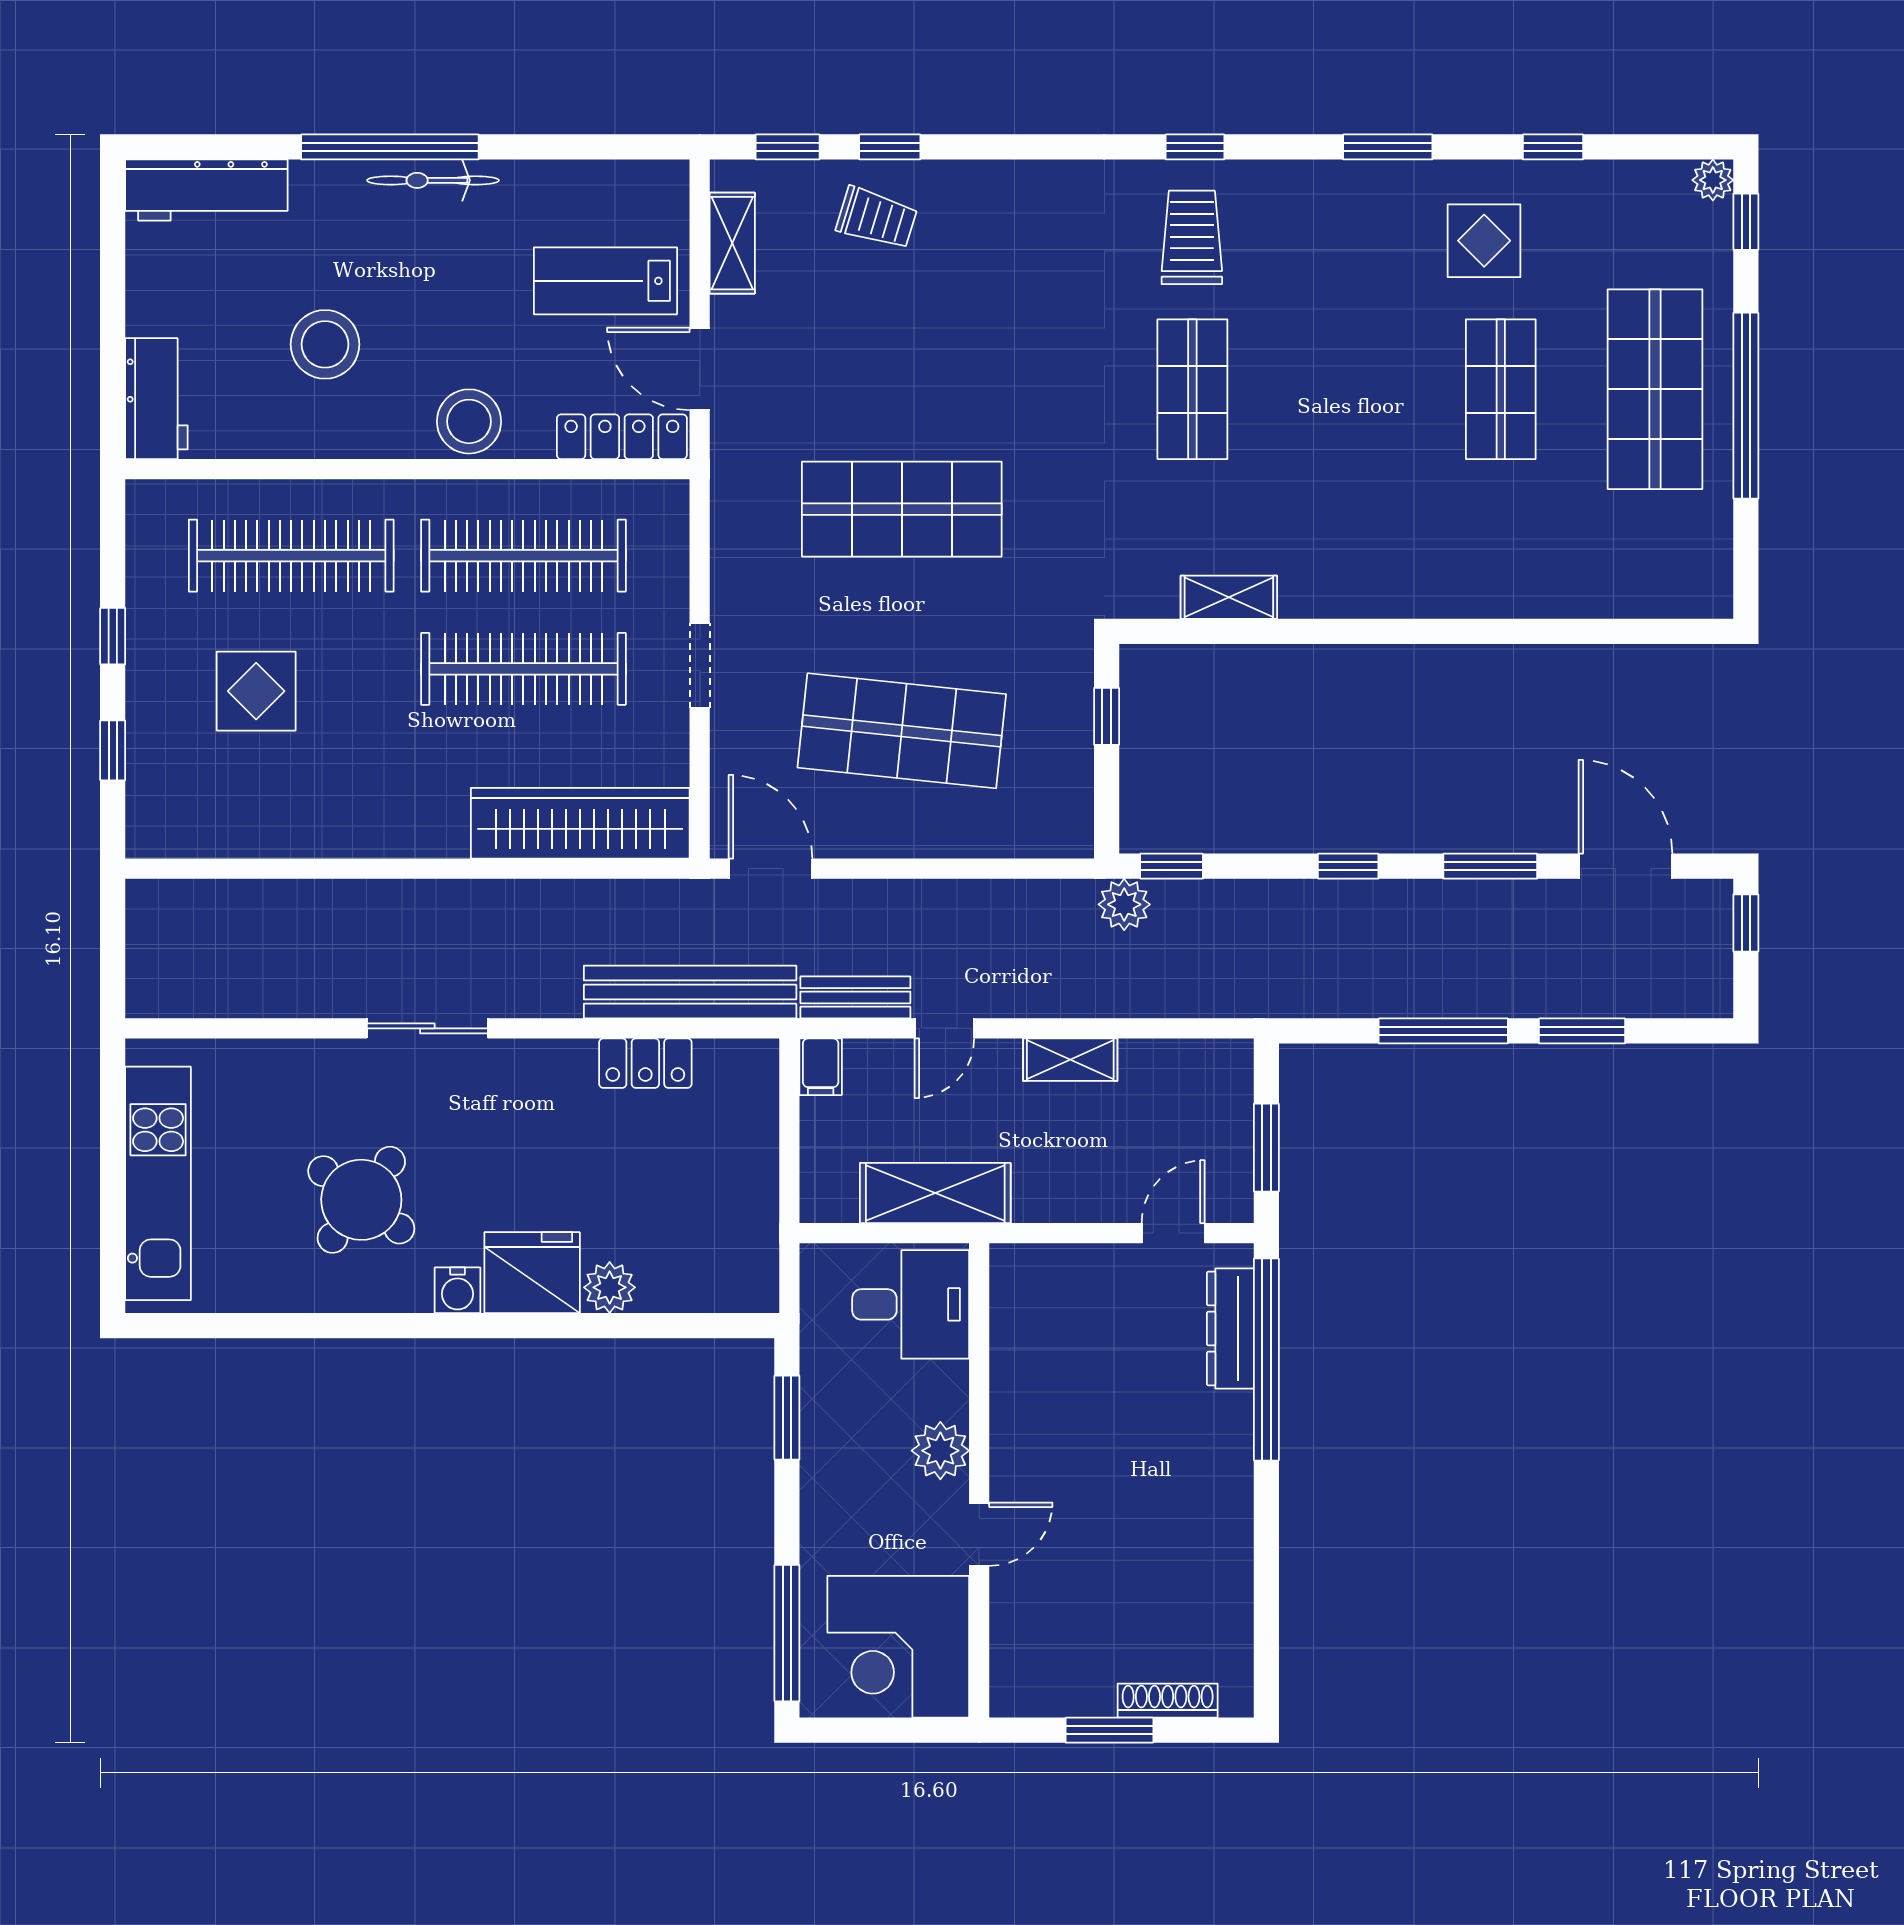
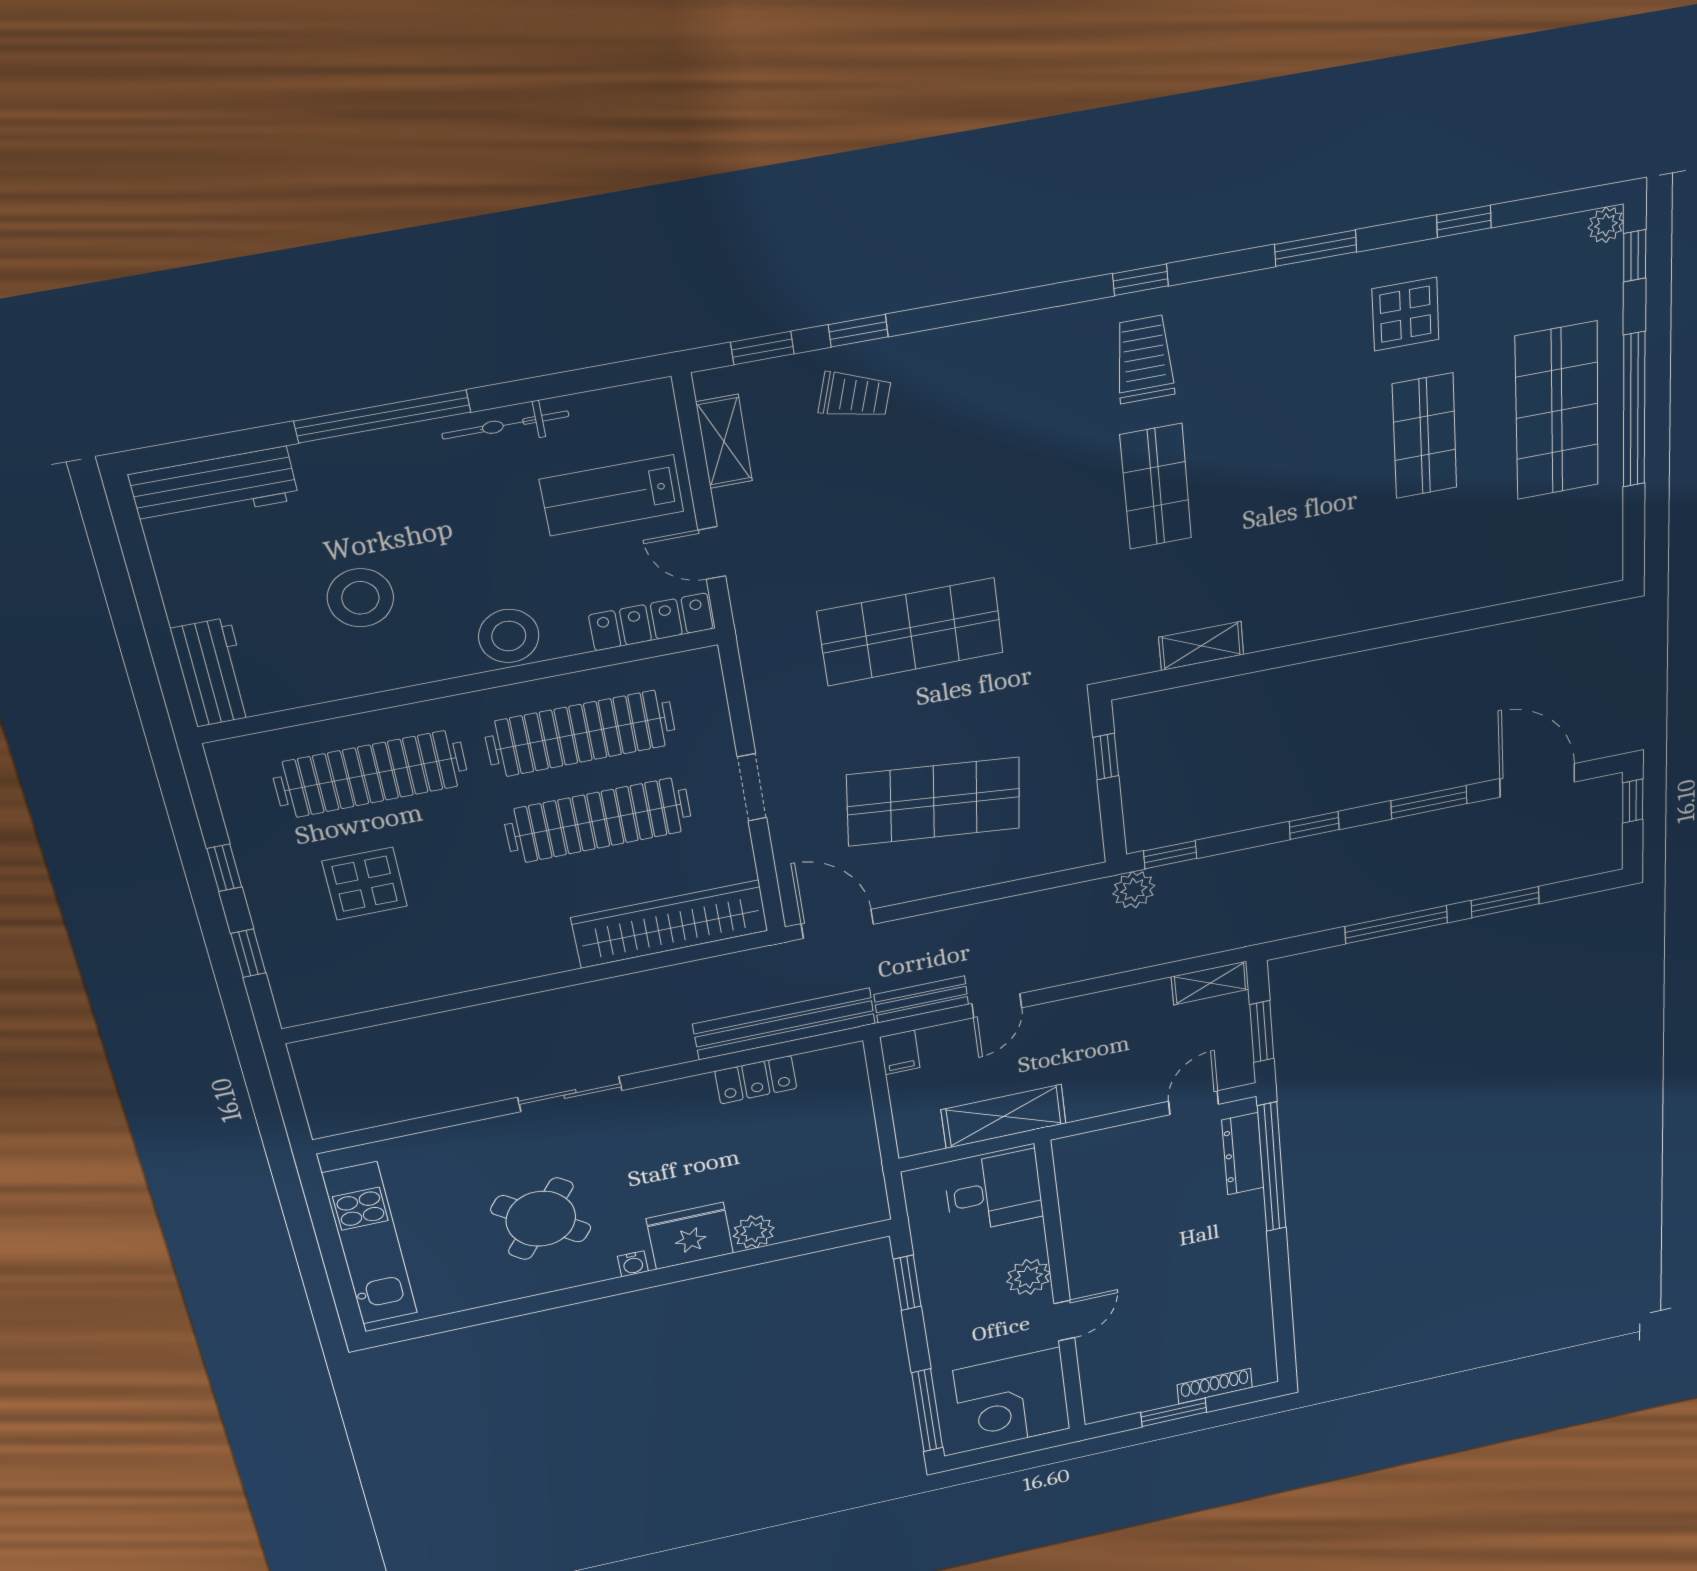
bicycle: (433, 180) -> (505, 425), moved
door: (700, 369) -> (712, 553), width x0.73
shelving: (1070, 1060) -> (1210, 983), moved
water cooler: (457, 1290) -> (633, 1264), width x0.72, depth x0.72

